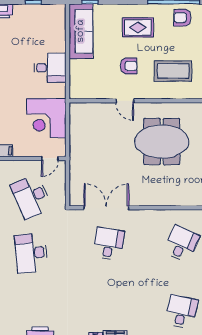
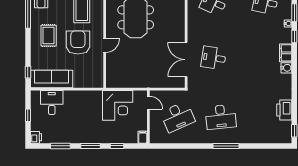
armchair: (129, 66) -> (78, 43), width x1.88, depth x1.88
desk: (50, 68) -> (52, 103), moved

